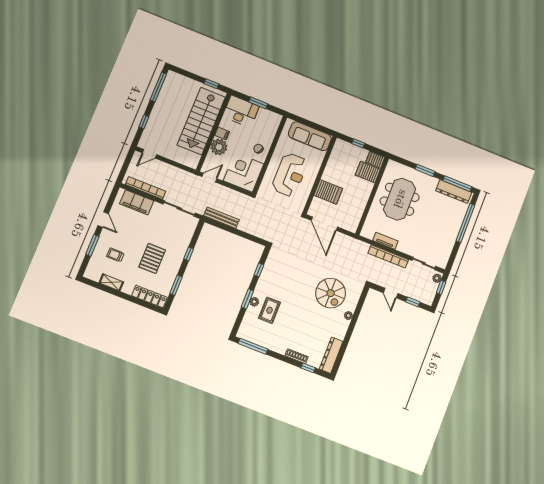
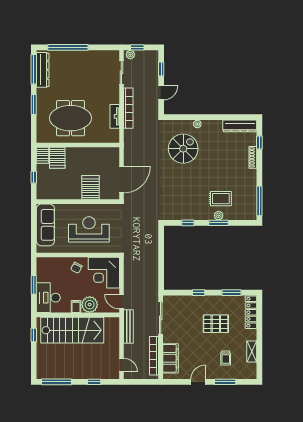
bench: (221, 218) -> (128, 326), moved

